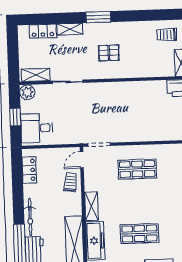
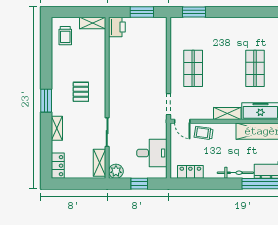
locker: (43, 31) -> (58, 166), moved
desk: (37, 128) -> (152, 153), moved, turned -90

